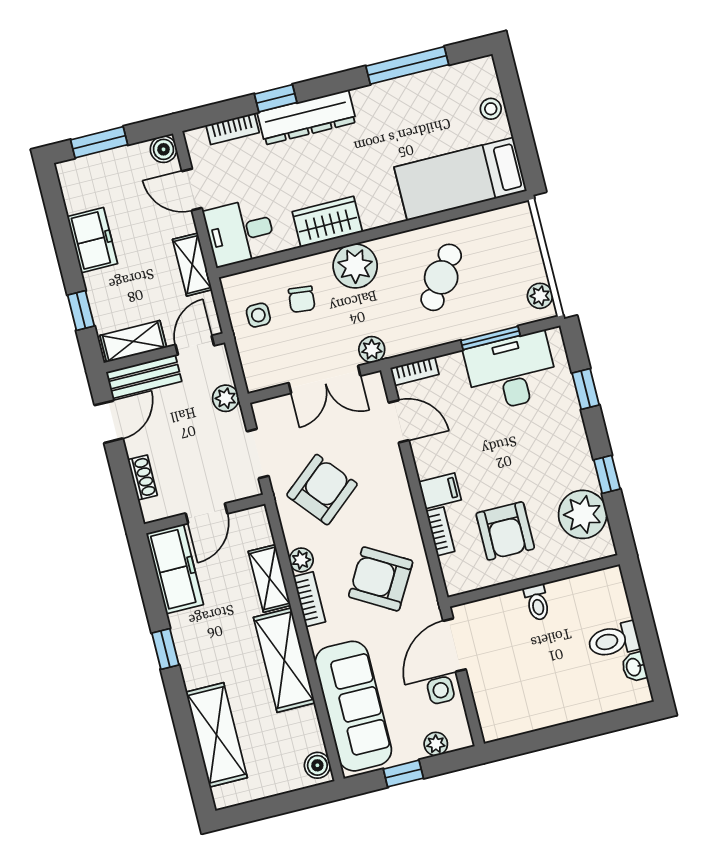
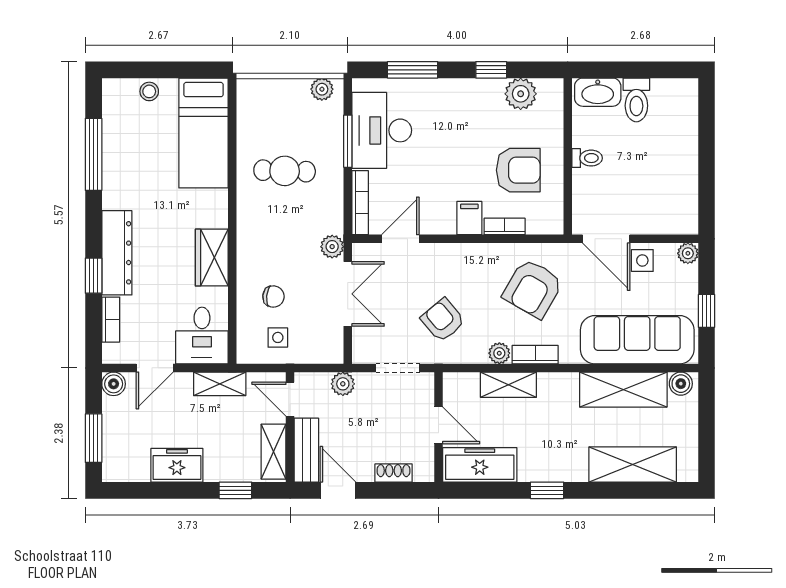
plant: (355, 266) -> (256, 243), removed
cafe table: (441, 277) -> (285, 171), turned -33
bookcase: (415, 371) -> (360, 203), width x1.56
window: (586, 389) -> (413, 70), width x1.50
armchair: (322, 490) -> (443, 320), width x0.72, depth x0.72
plant: (583, 514) -> (521, 94), width x0.73, depth x0.73
shelving: (284, 660) -> (623, 390), moved
washbasin: (634, 667) -> (598, 92), moved, width x1.91, depth x1.45
plant: (436, 744) -> (688, 253), moved

